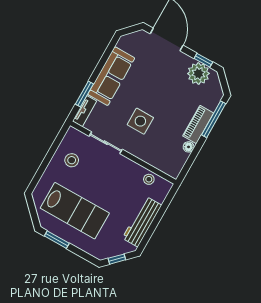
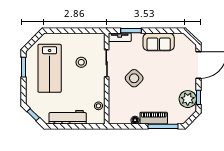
sofa: (111, 76) -> (159, 42), width x0.73
side table: (140, 121) -> (134, 78), turned 45
stool: (72, 160) -> (81, 62), moved

